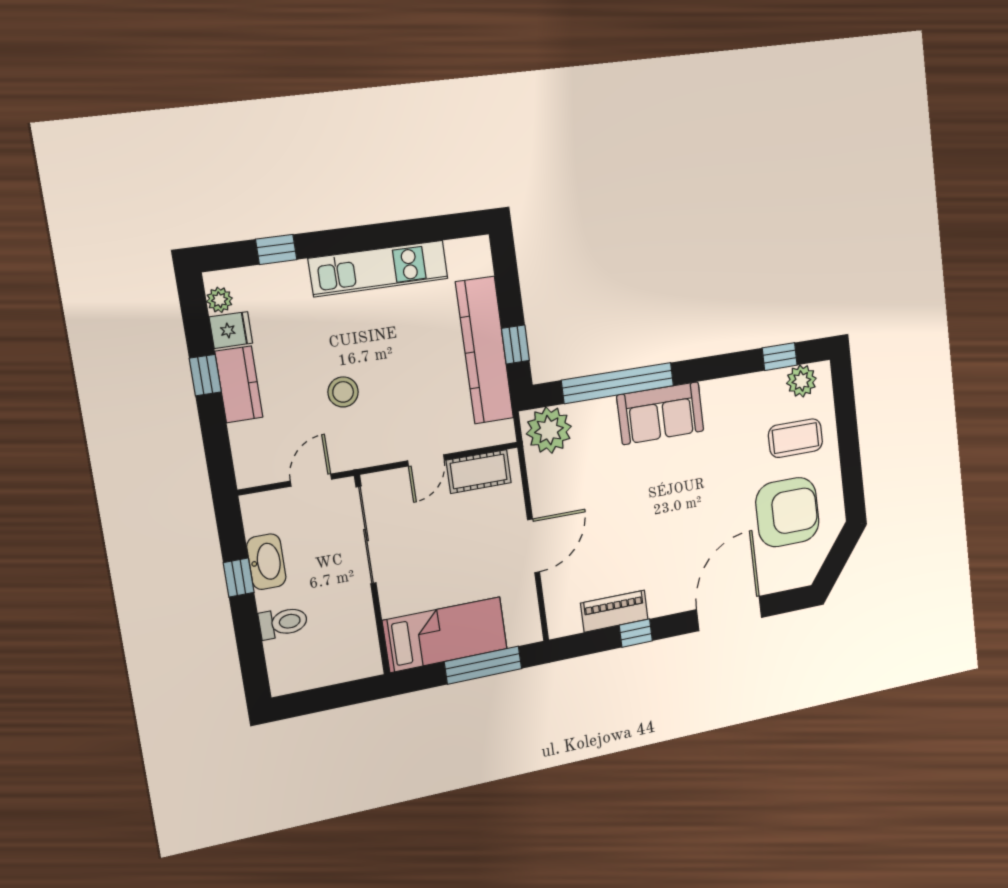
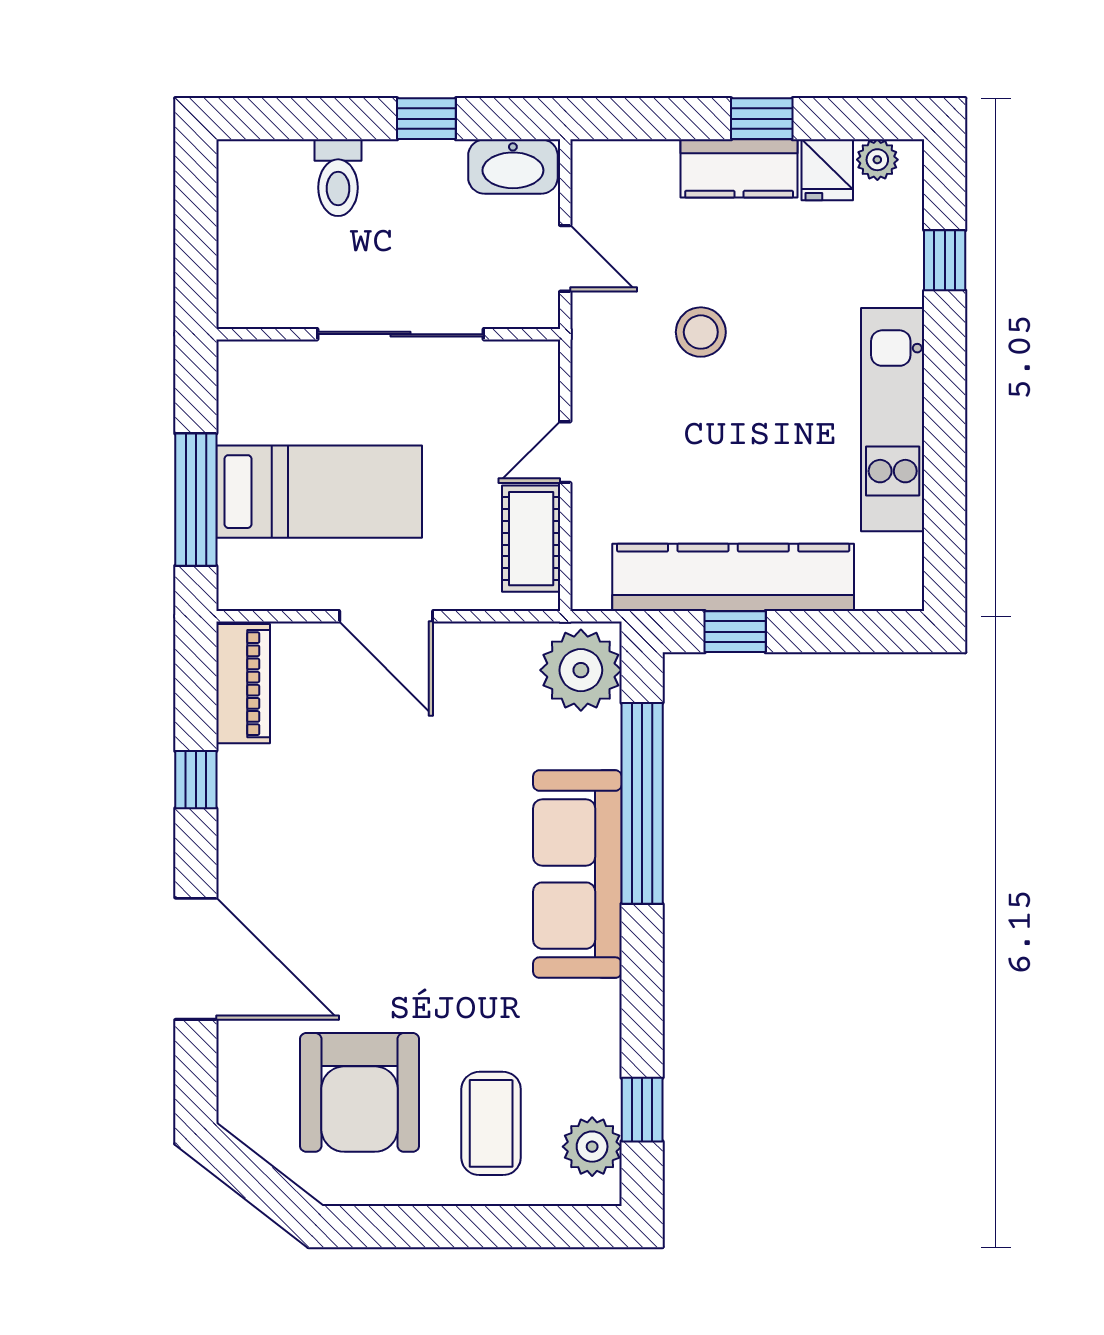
sofa: (660, 413) -> (577, 874), width x1.36
door: (426, 460) -> (565, 452), hinge flipped
sliding door: (366, 535) -> (400, 334), moved
washbasin: (266, 562) -> (513, 167), moved
piano: (614, 611) -> (243, 684), moved
bed: (445, 635) -> (319, 492), moved, turned -90

